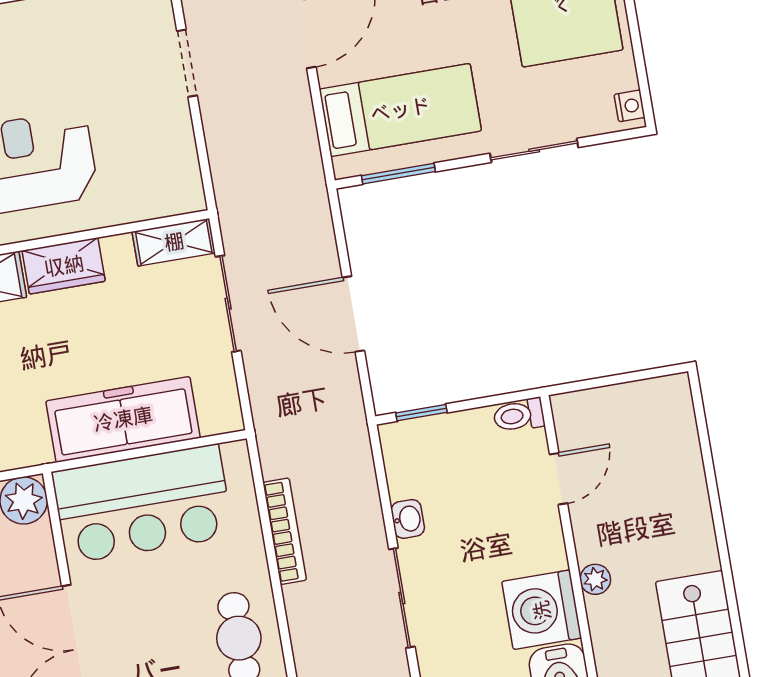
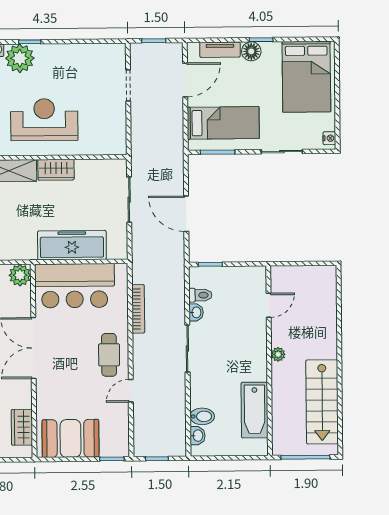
shelving: (174, 242) -> (109, 167), removed
toilet: (519, 415) -> (200, 295), moved, turned 180
washing machine: (542, 610) -> (251, 364), removed

